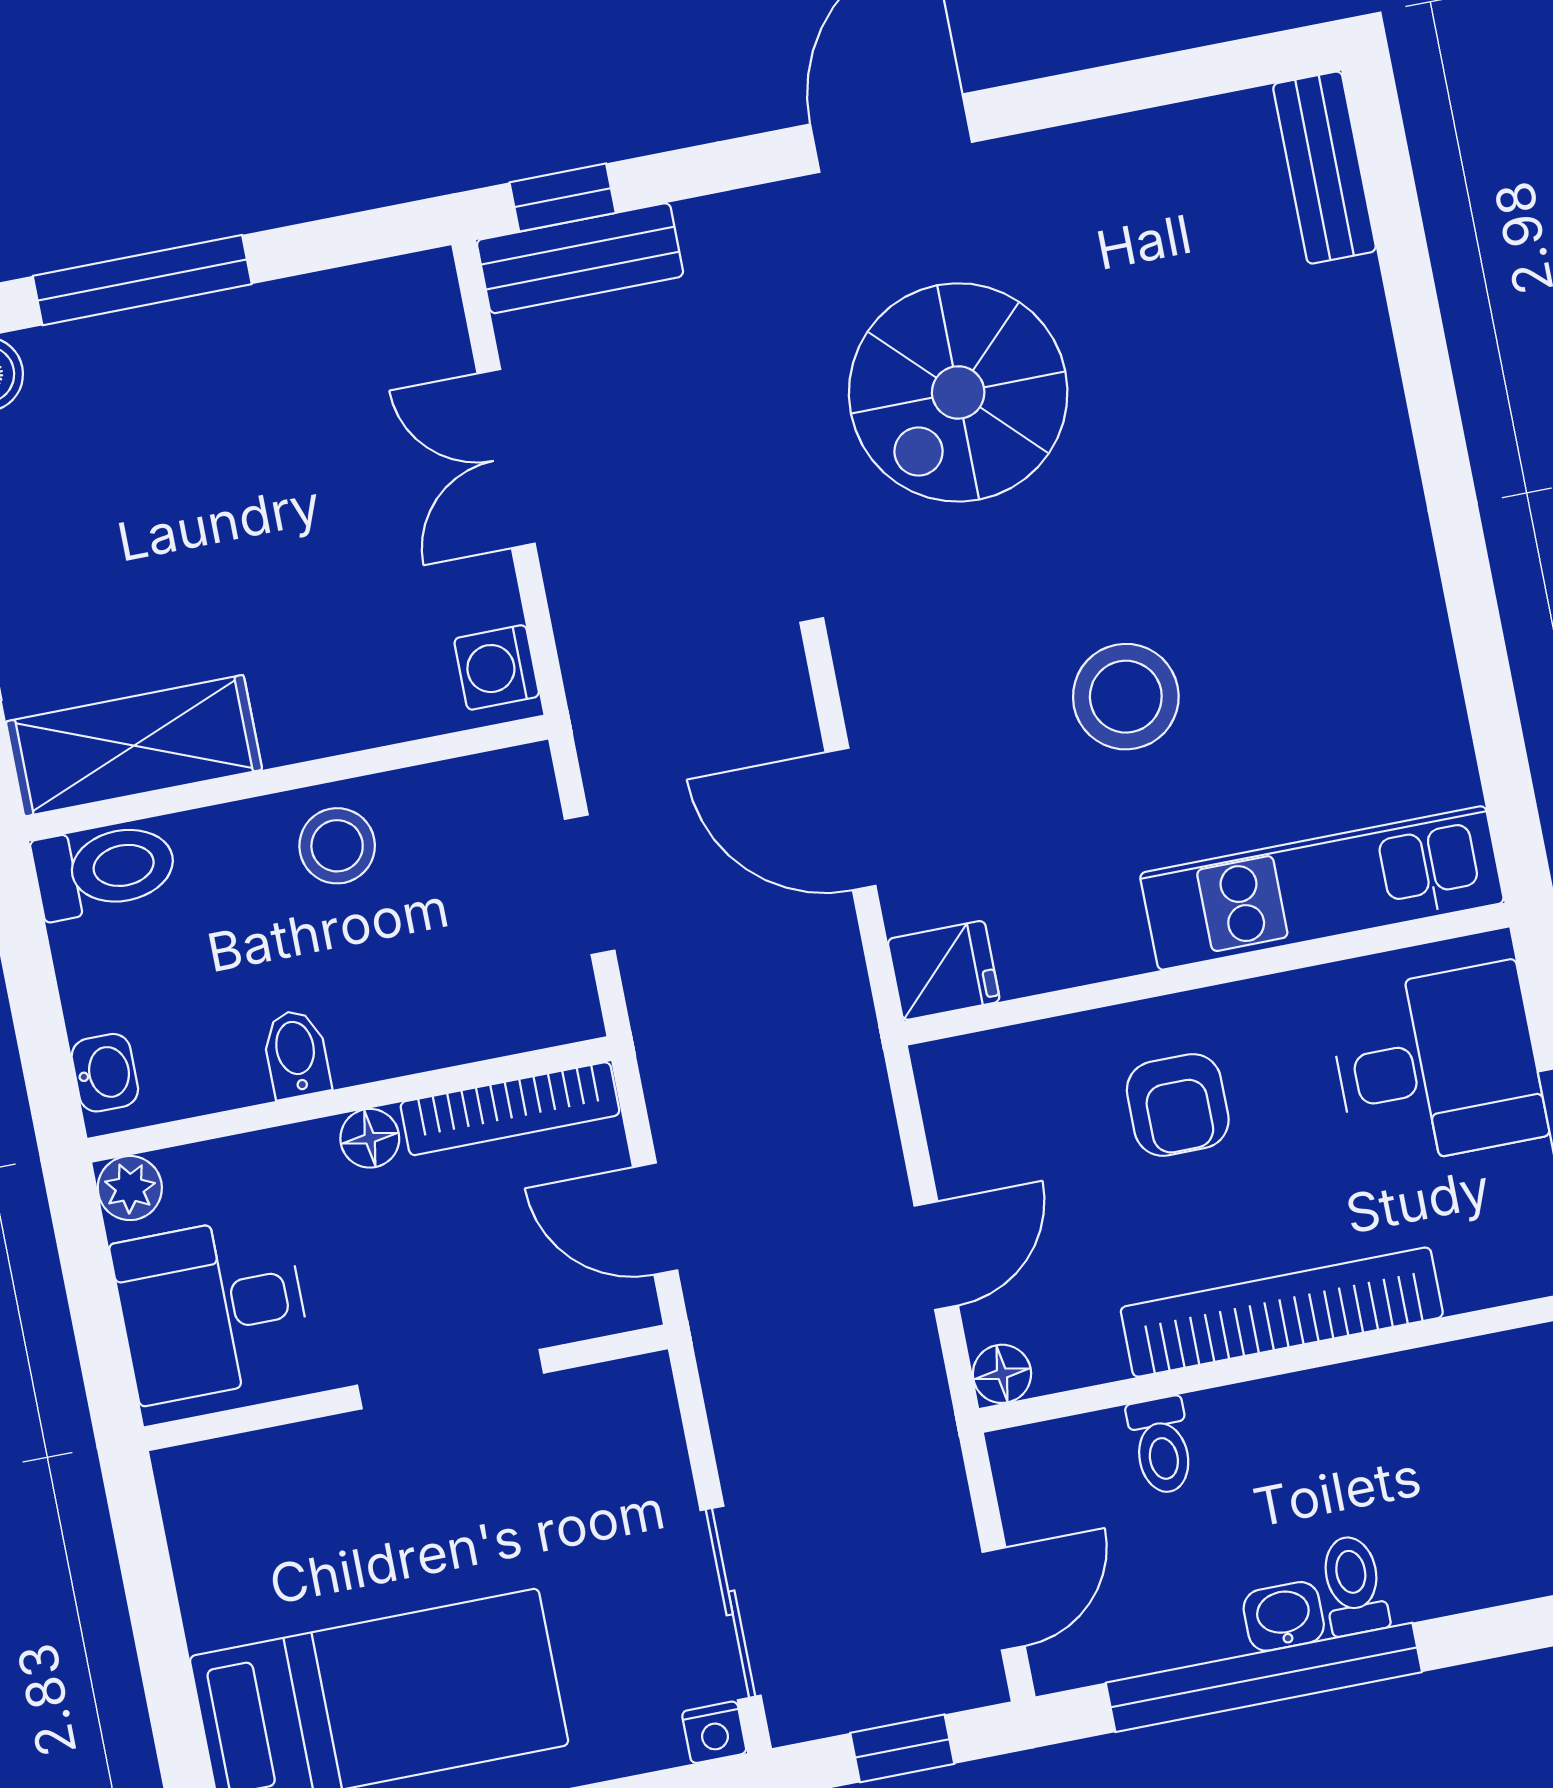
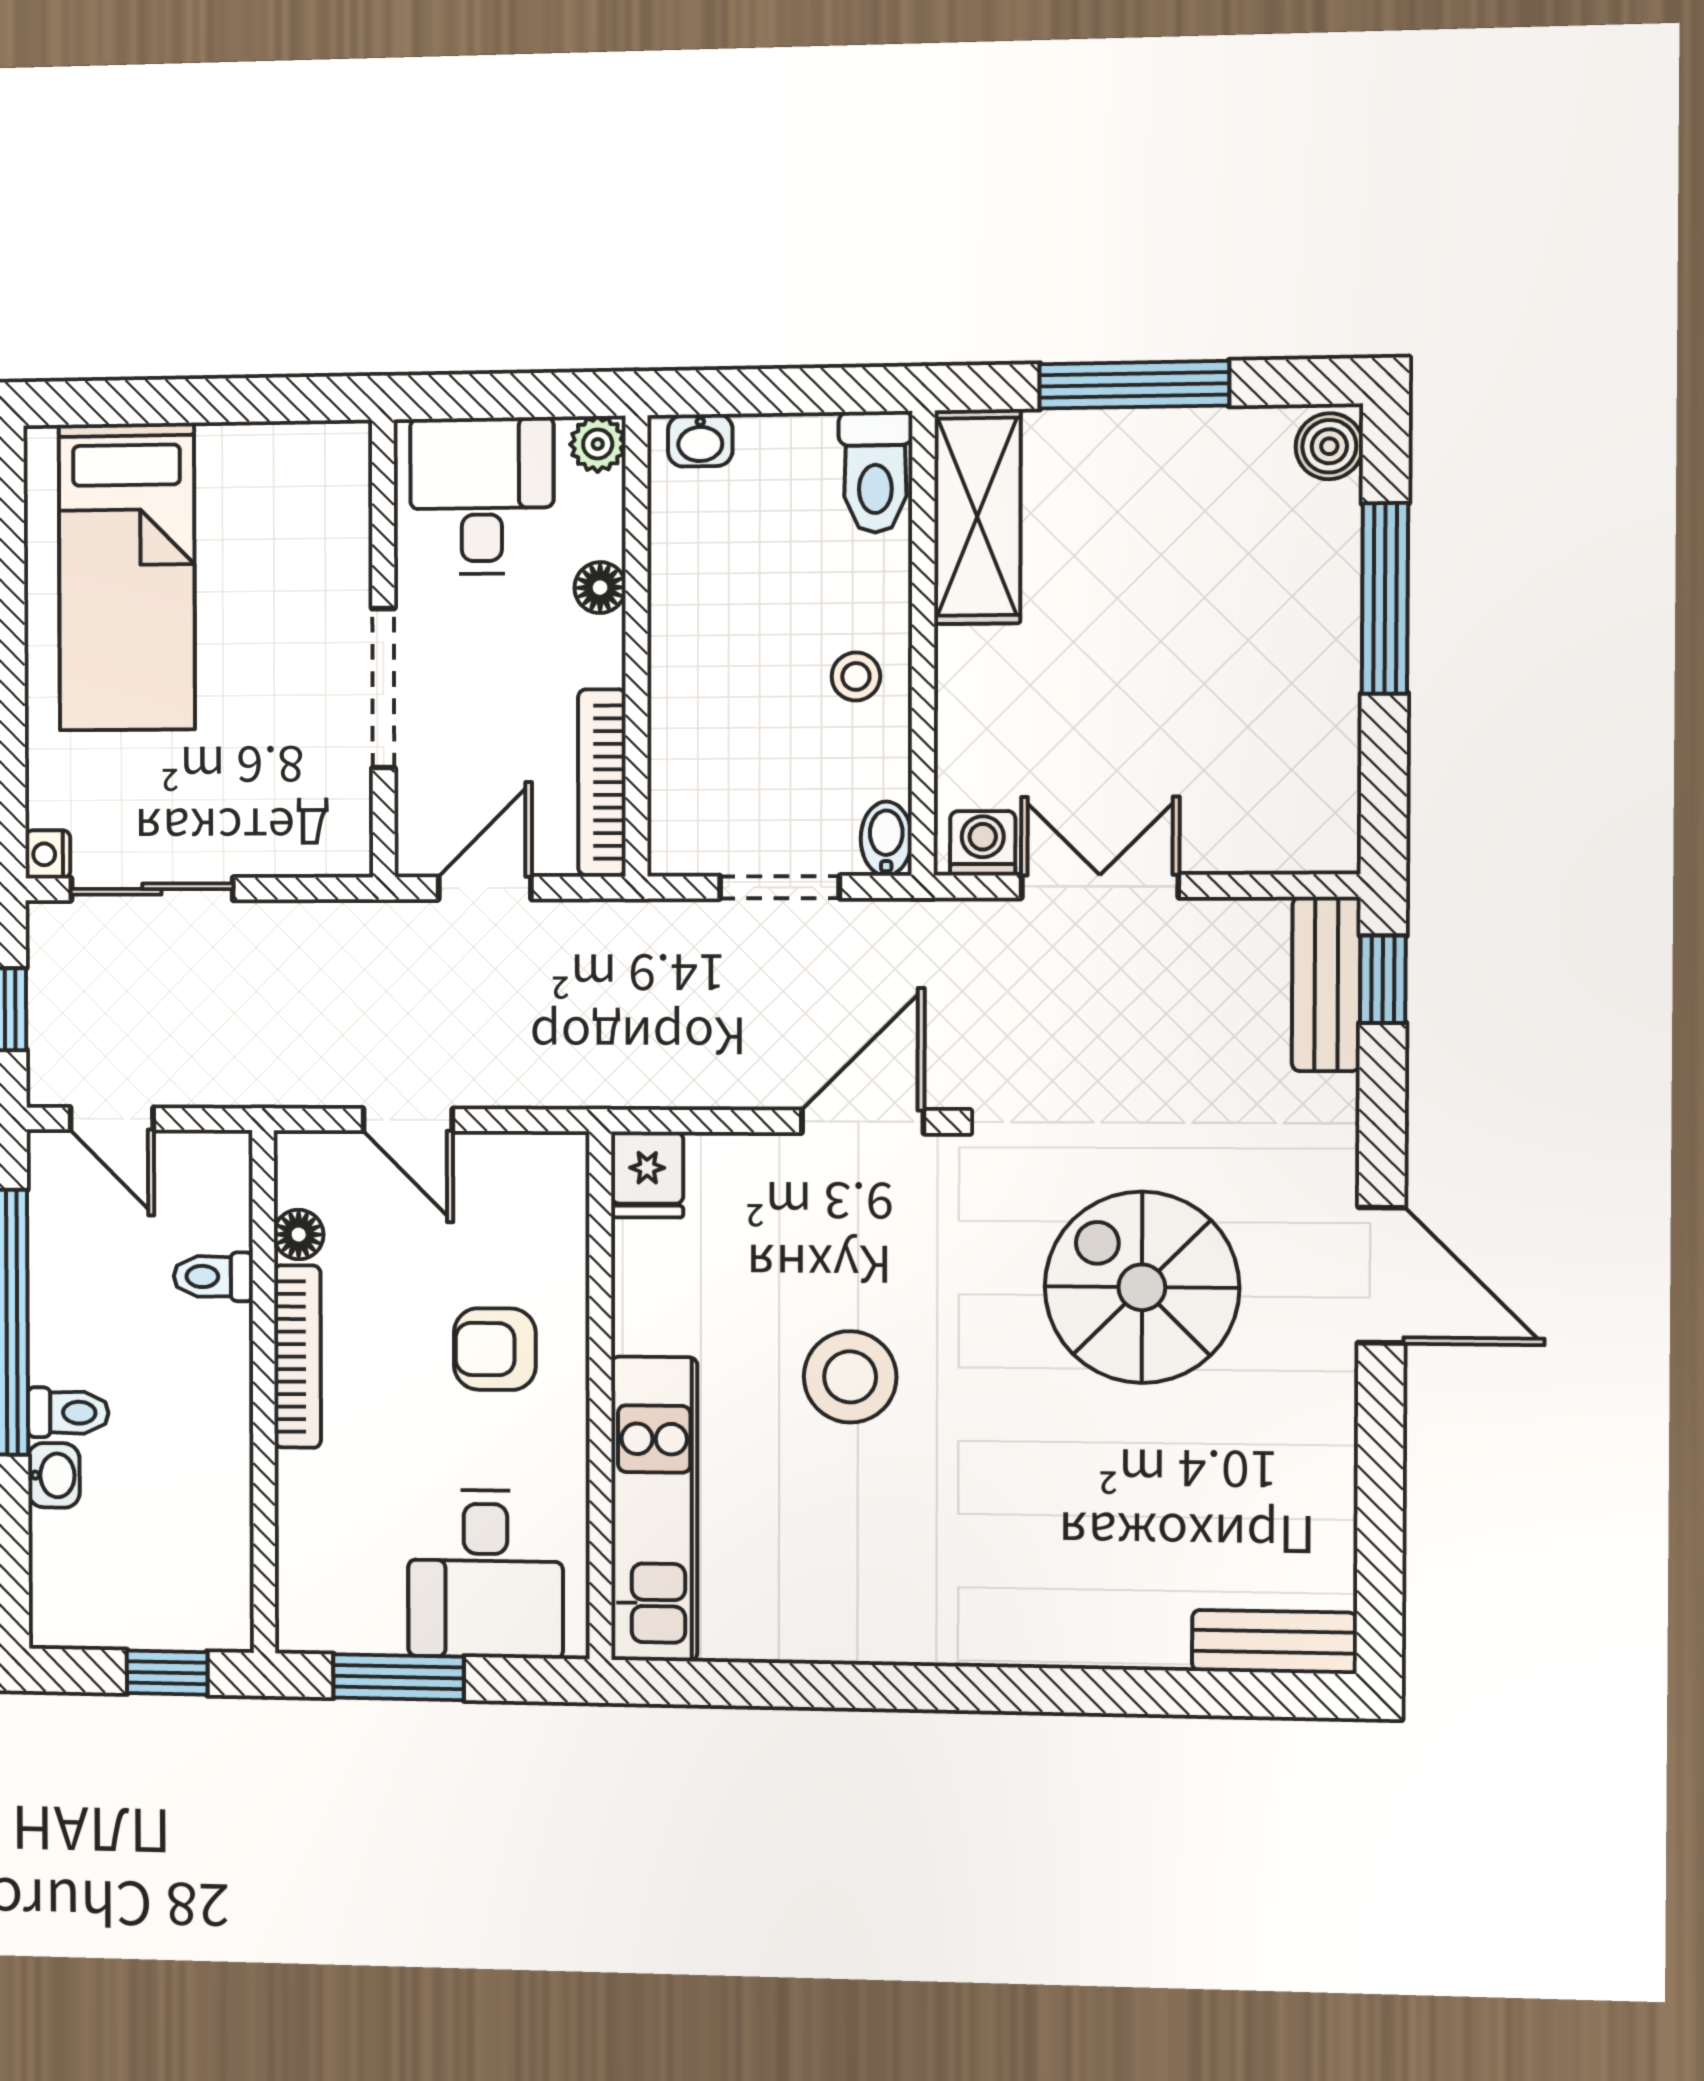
double door: (506, 459) -> (1100, 886), moved
door: (851, 819) -> (863, 1122), moved
stool: (337, 846) -> (856, 676), width x0.73, depth x0.73
bidet: (296, 1054) -> (886, 839), moved, turned -90
floor lamp: (370, 1138) -> (600, 588), moved
bookcase: (1282, 1312) -> (297, 1357), width x0.68, depth x0.76
floor lamp: (1002, 1374) -> (299, 1235), moved
washbasin: (1284, 1616) -> (54, 1475), moved

